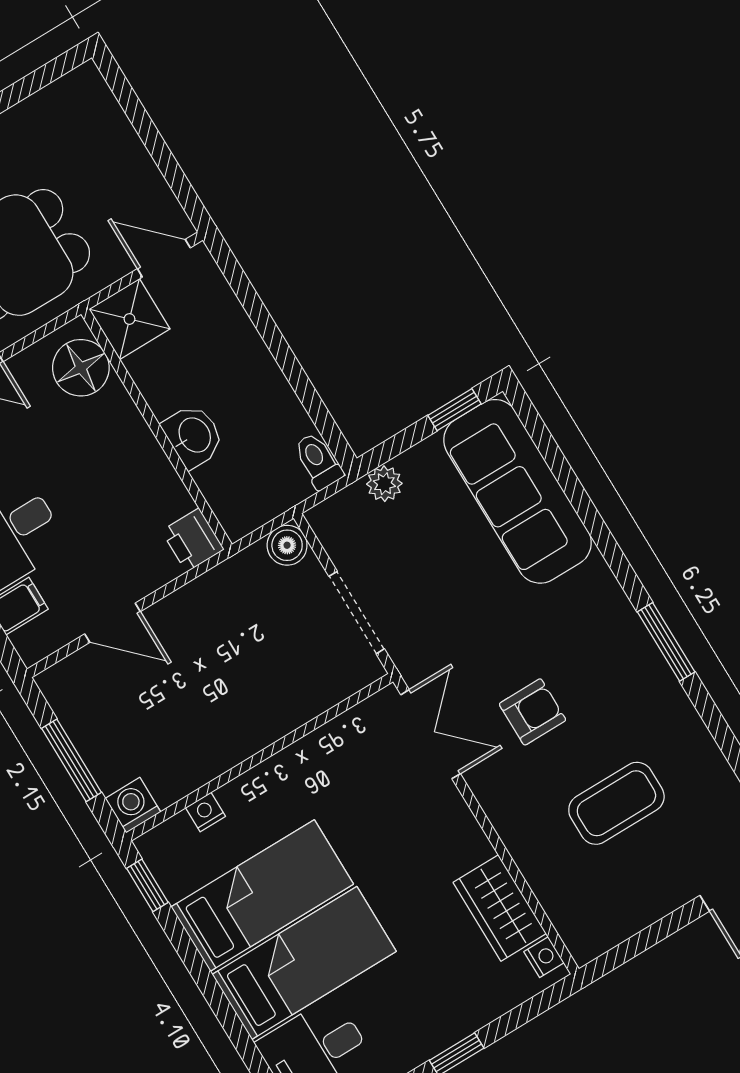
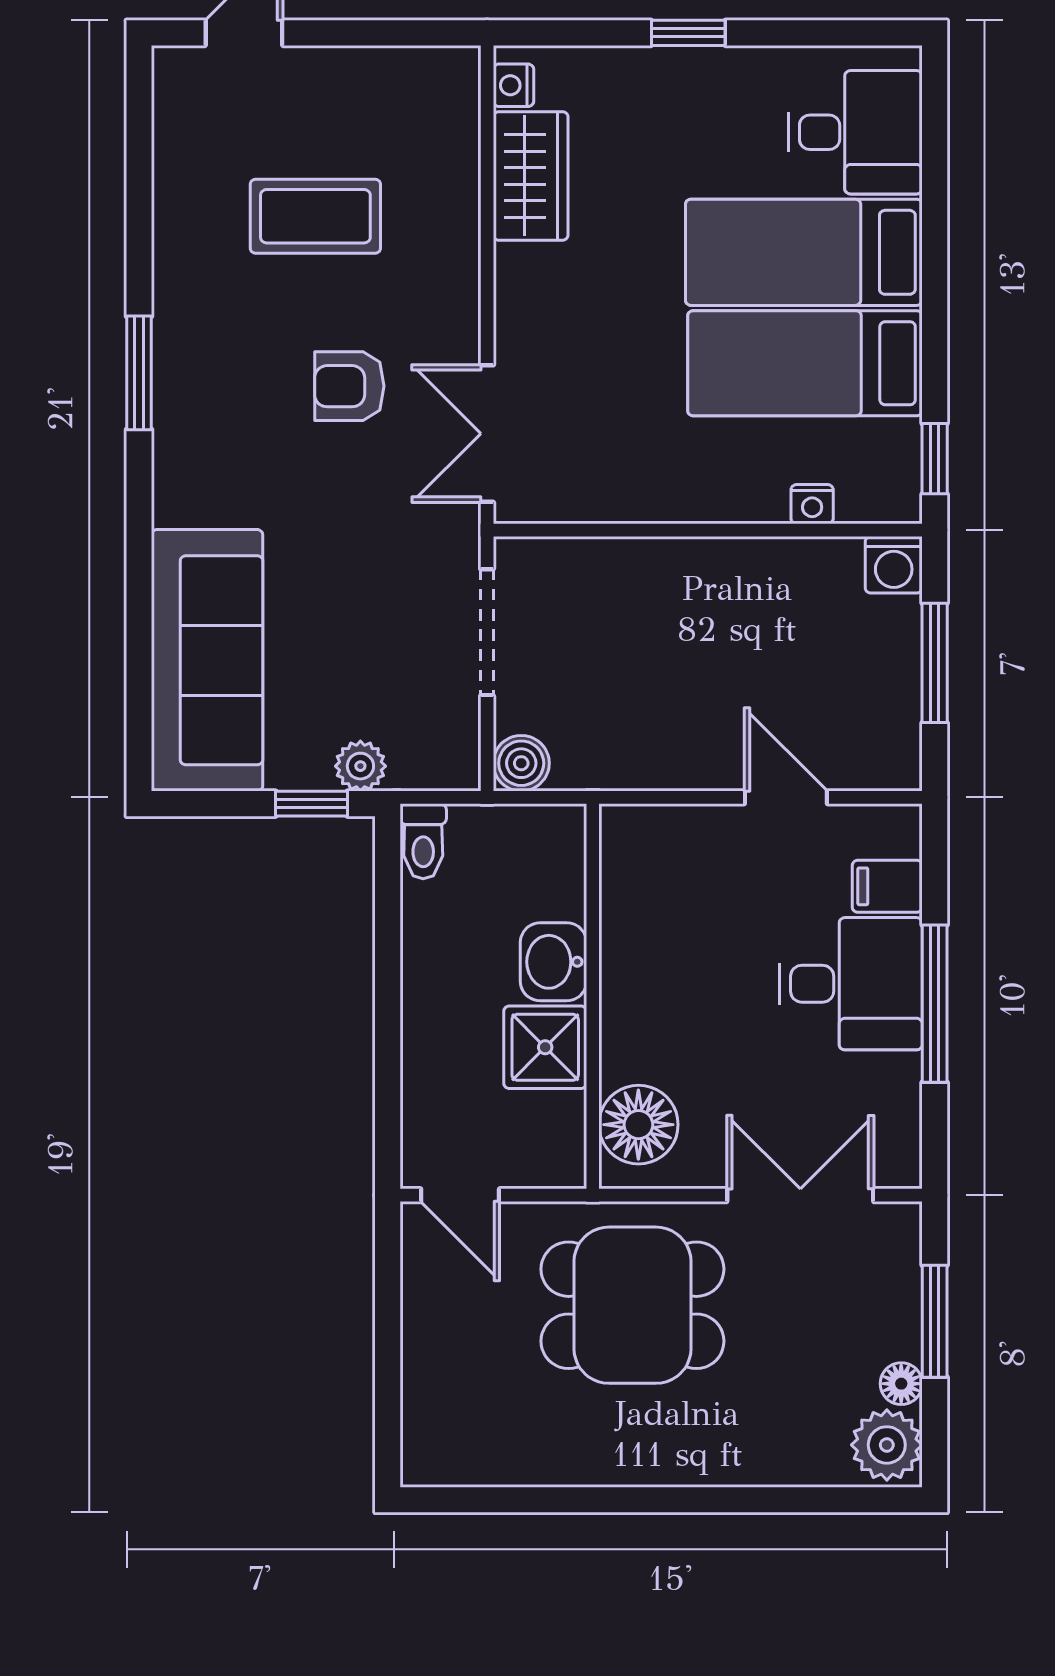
shower: (129, 319) -> (545, 1047), moved
window: (455, 410) -> (312, 804), moved
printer: (193, 540) -> (630, 838), removed

